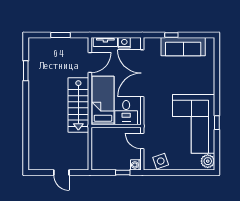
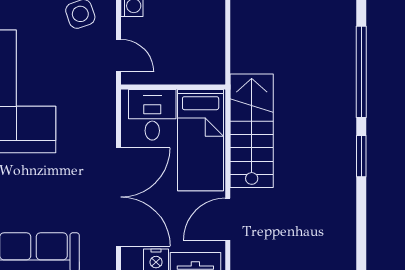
window: (26, 71) -> (361, 156), moved
window: (26, 133) -> (361, 72), added

